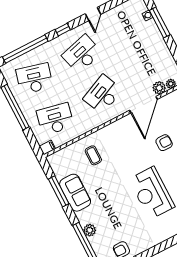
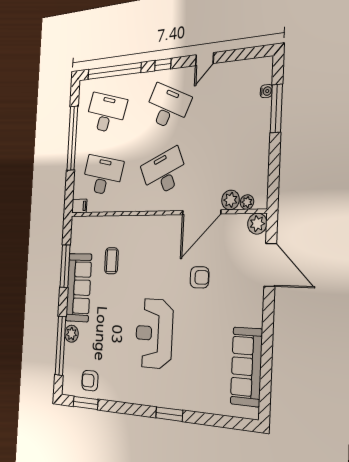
desk: (82, 54) -> (167, 107), turned 39
coffee table: (93, 155) -> (111, 261), moved
sofa: (75, 193) -> (79, 287), width x1.36

